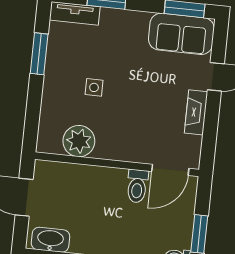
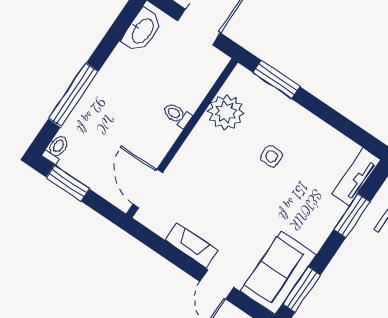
window: (39, 54) -> (276, 80), moved
toilet: (137, 186) -> (177, 115), moved, width x0.73, depth x0.72

